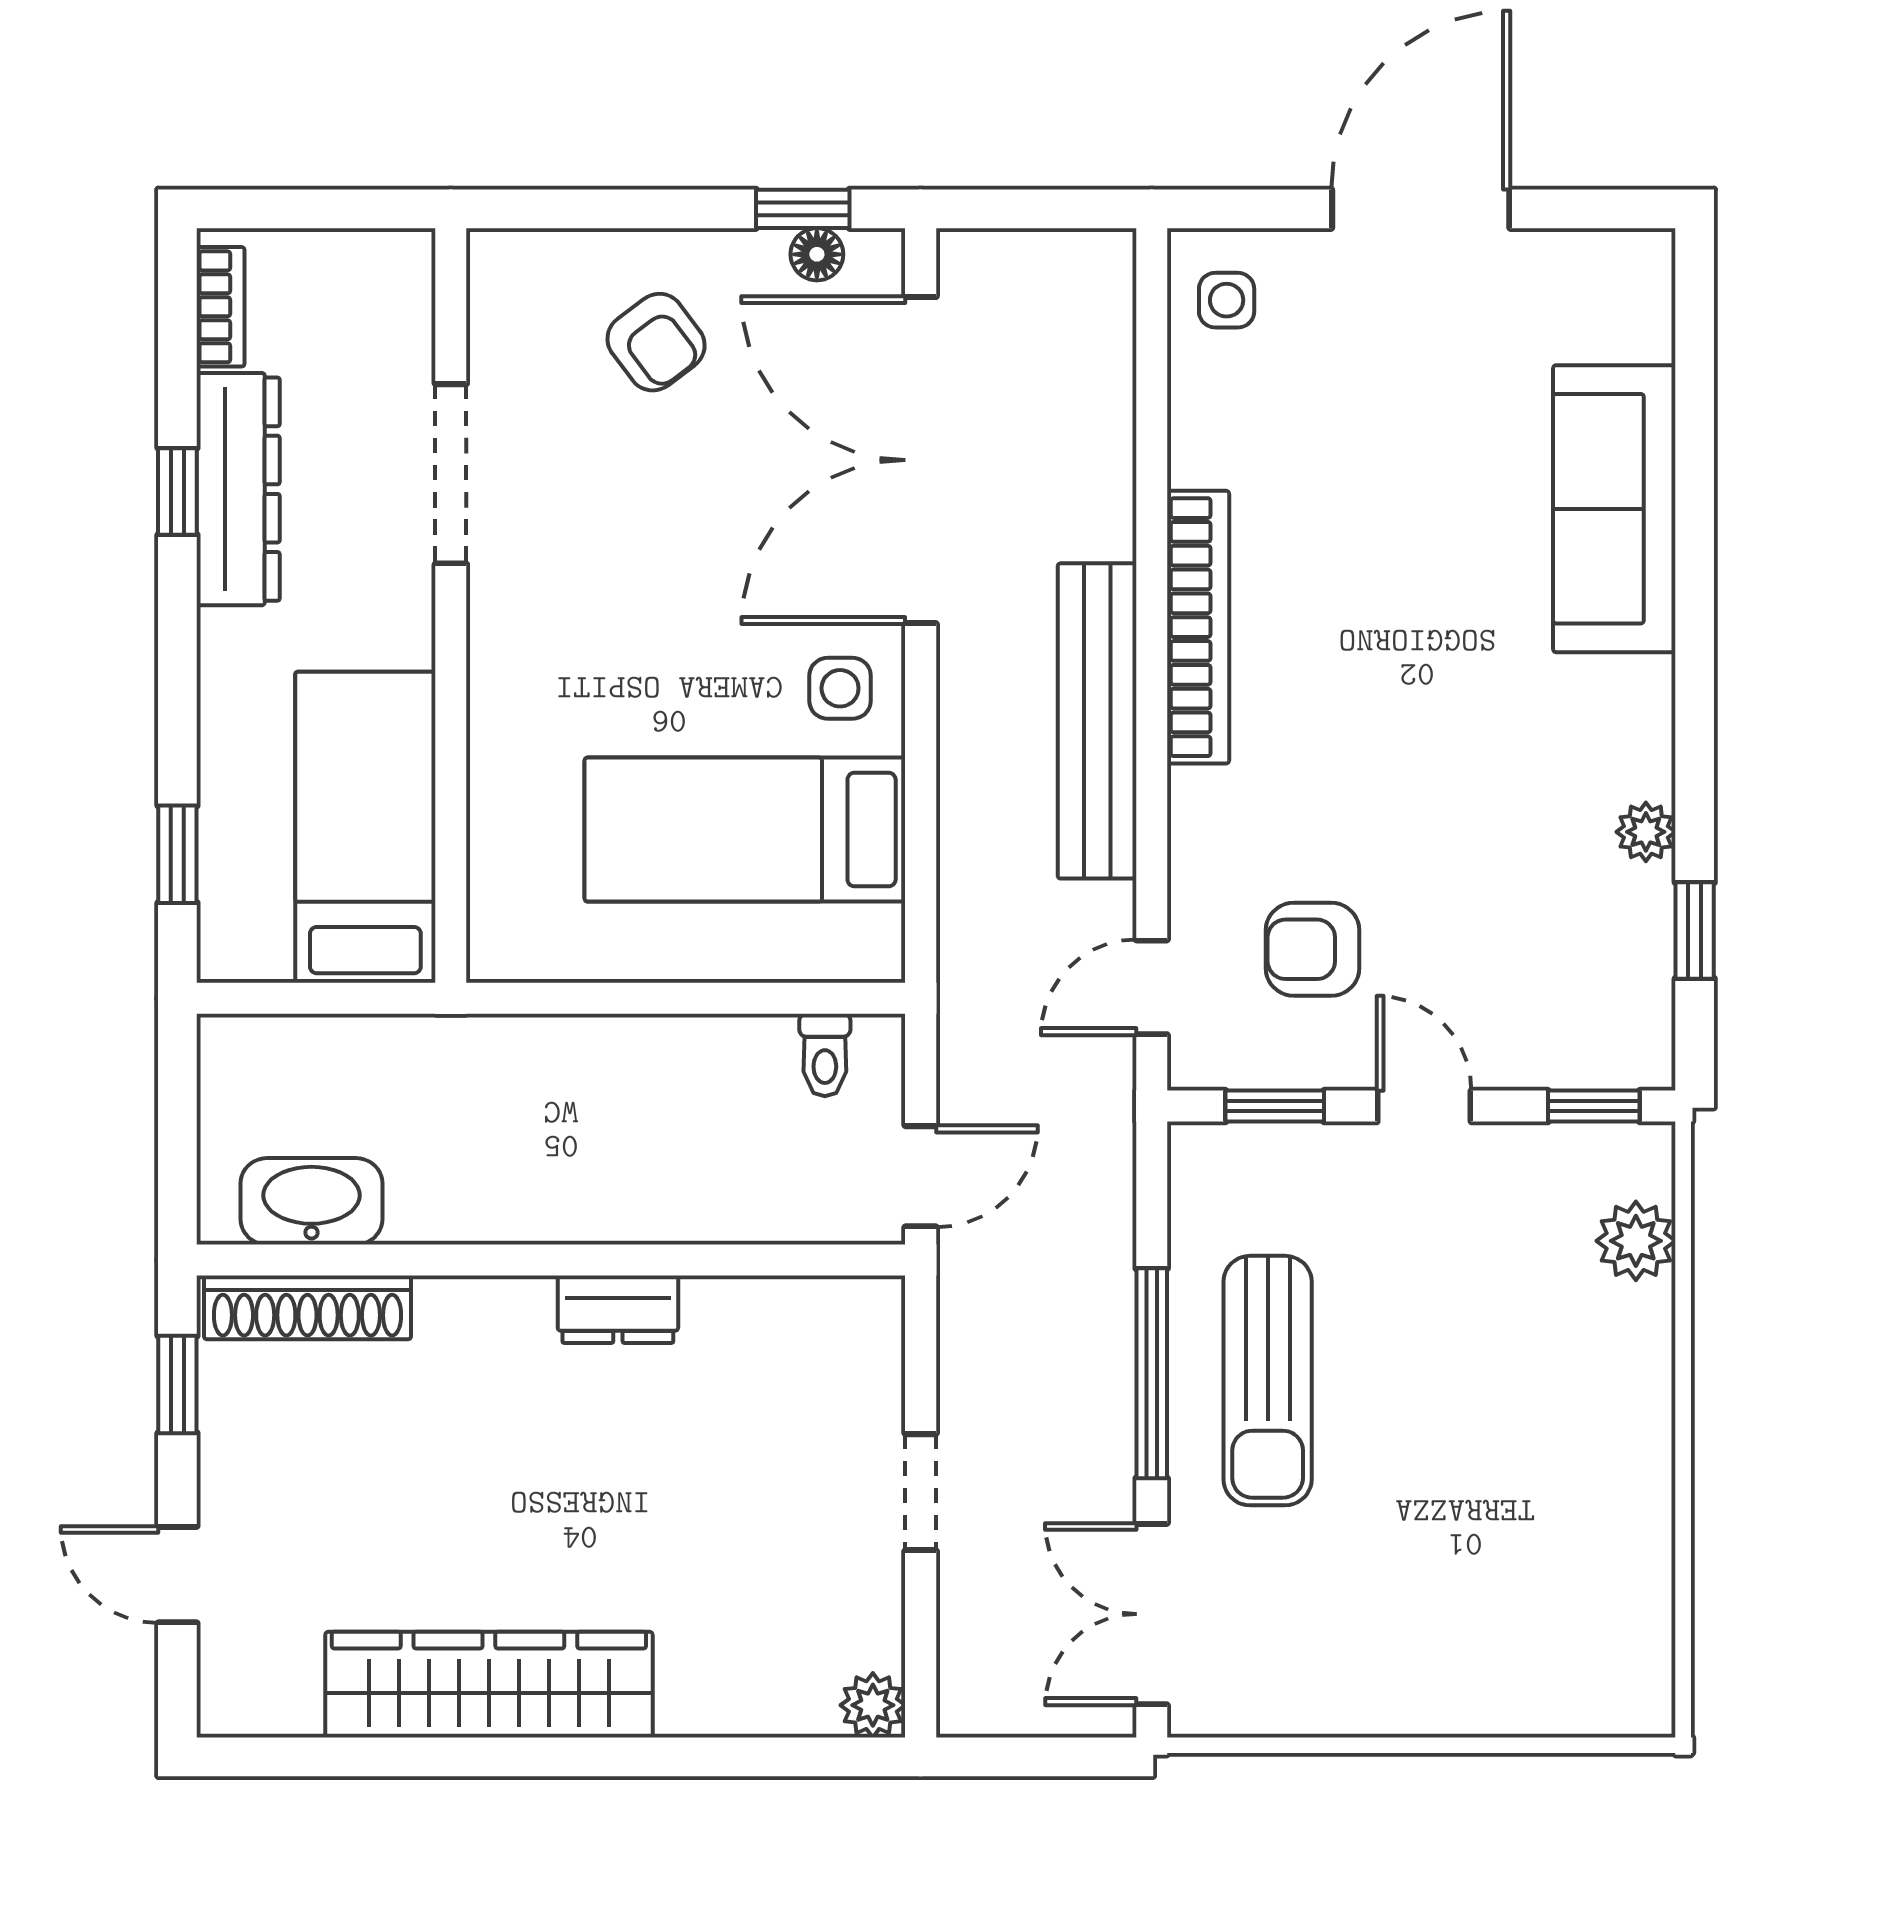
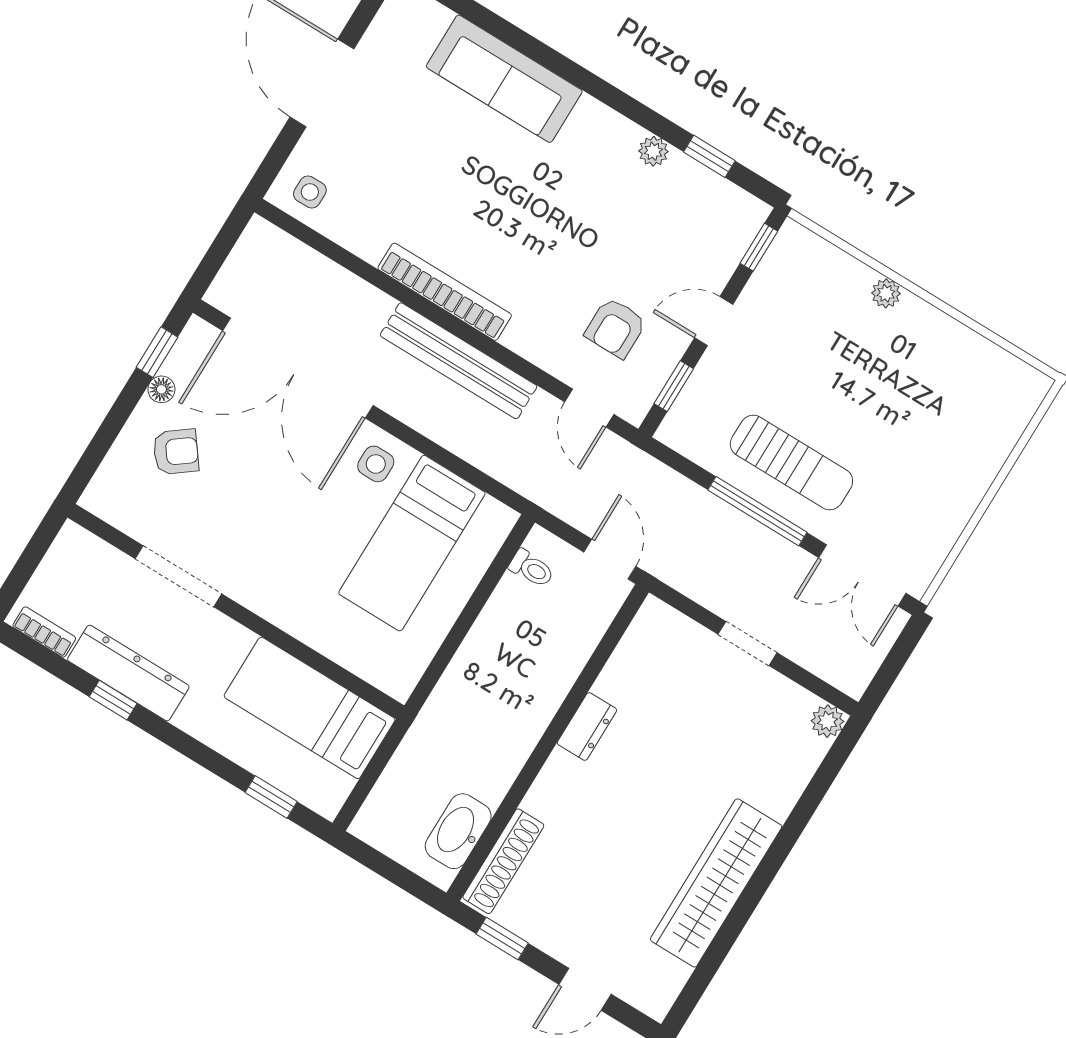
floor lamp: (817, 254) -> (161, 389), moved
plant: (1636, 1241) -> (886, 293), moved, width x0.73, depth x0.73

